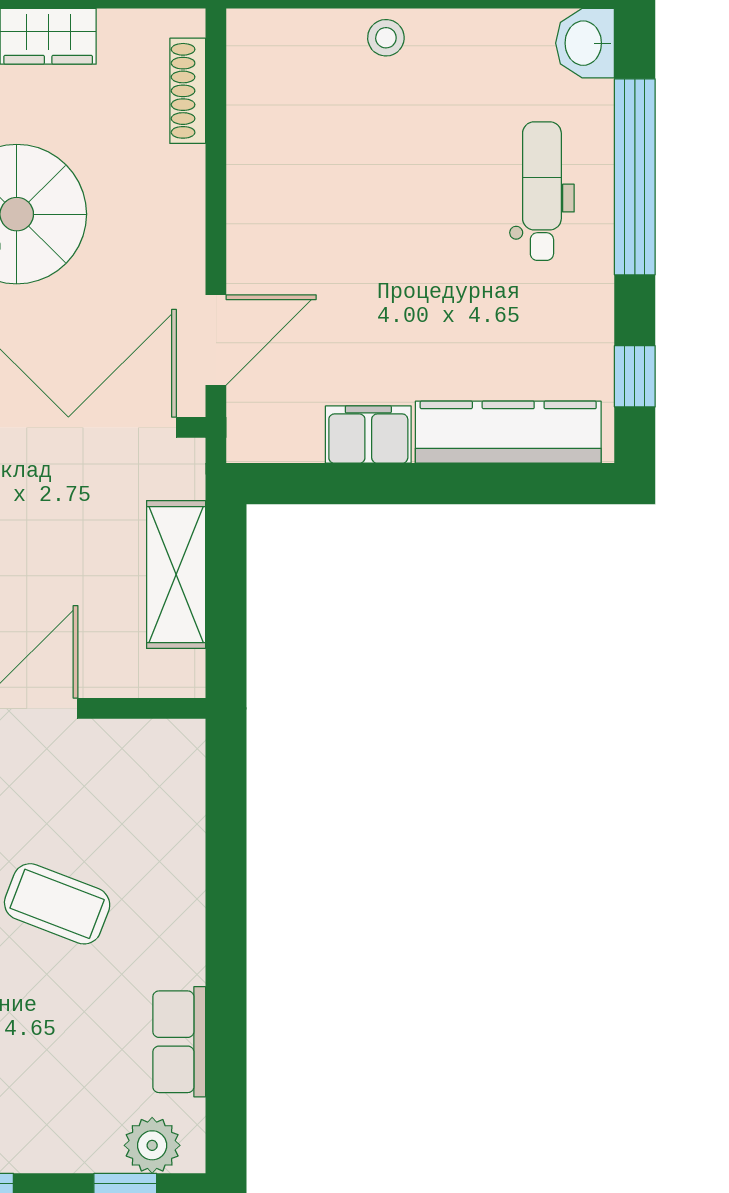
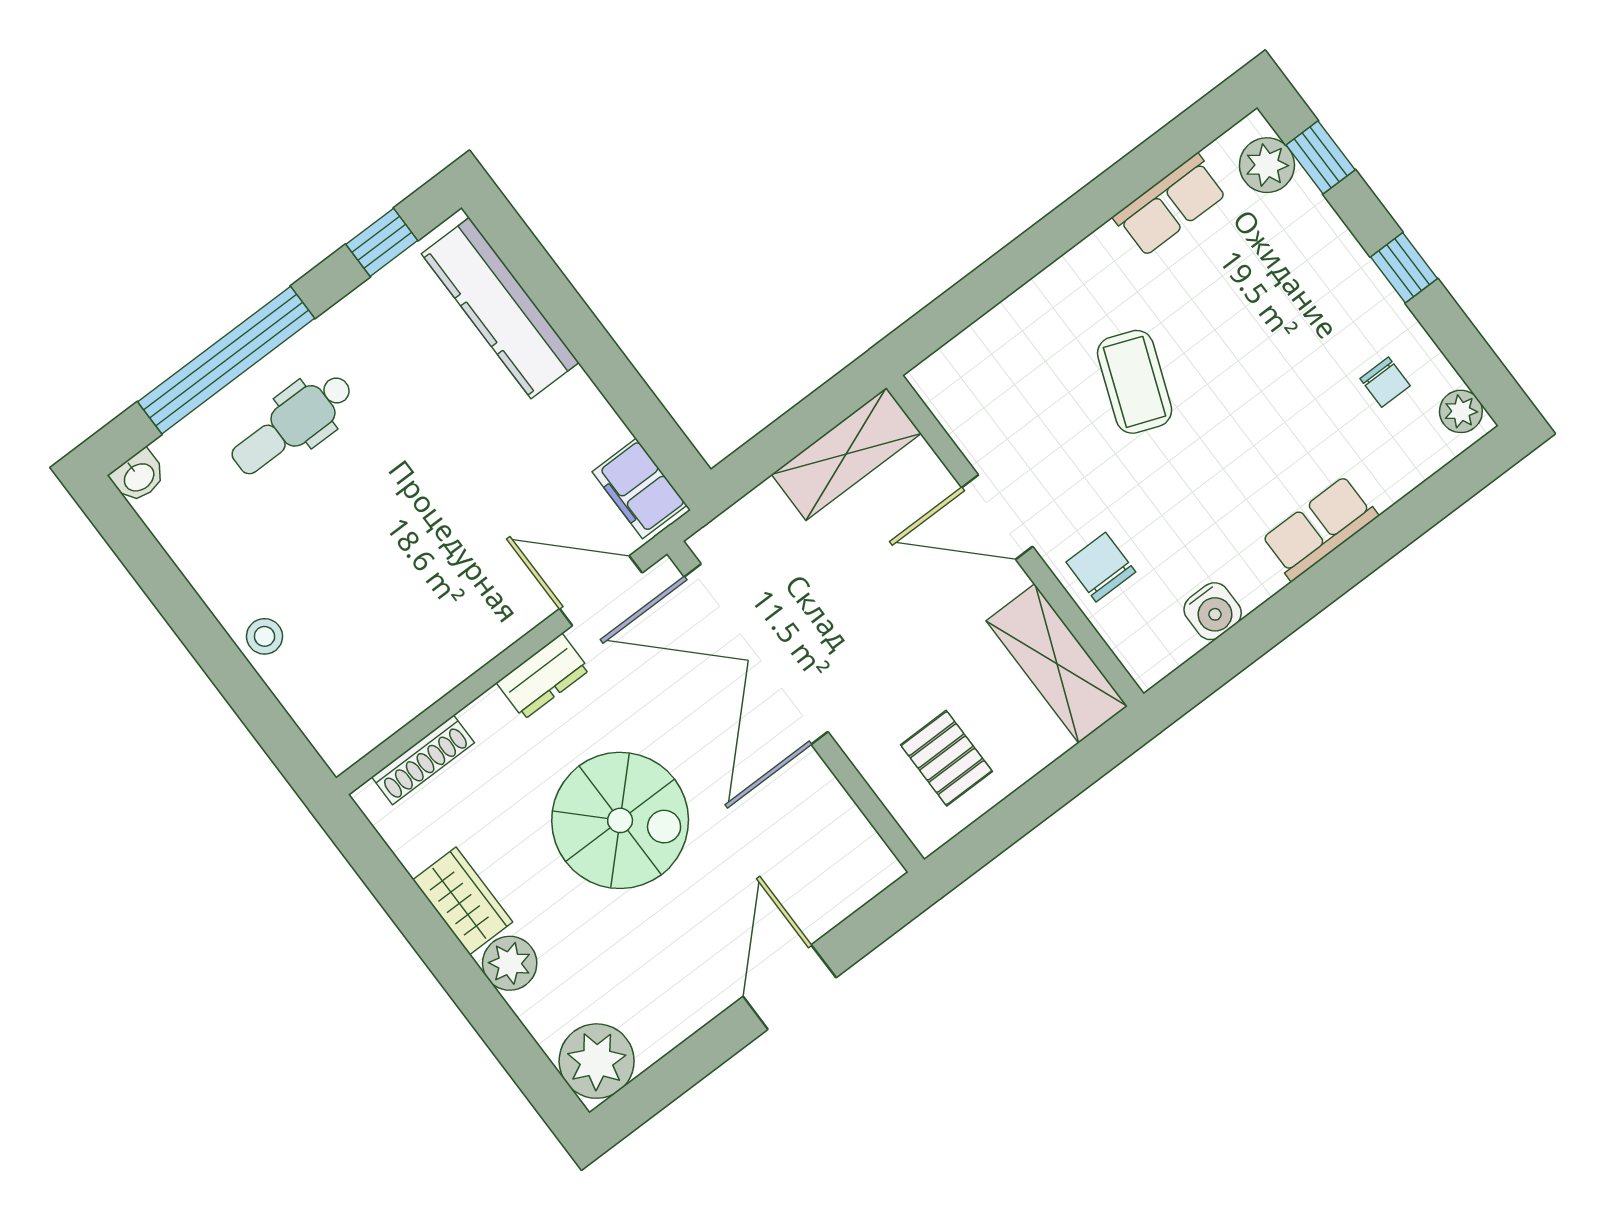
washbasin: (585, 43) -> (138, 476), width x0.72, depth x0.69
dresser: (182, 240) -> (543, 676), added
filing cabinet: (368, 435) -> (639, 488), moved
shelving: (176, 575) -> (846, 454), moved

